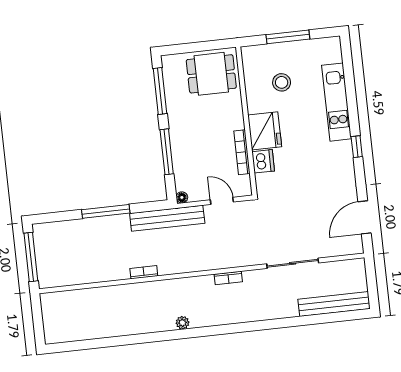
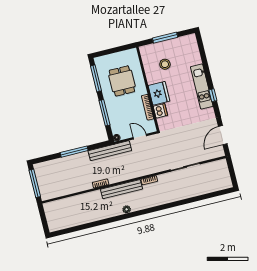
dining table: (211, 74) -> (122, 81), moved, turned 90
kitchen unit: (337, 102) -> (202, 87), moved
bench: (334, 304) -> (122, 189), moved

